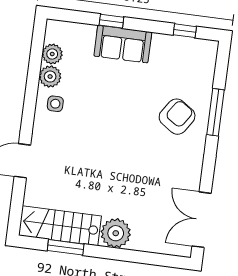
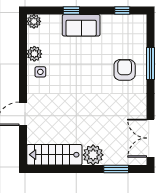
plant: (52, 54) -> (34, 21), moved
armchair: (177, 117) -> (125, 70), turned -34
window: (66, 247) -> (116, 169), moved

